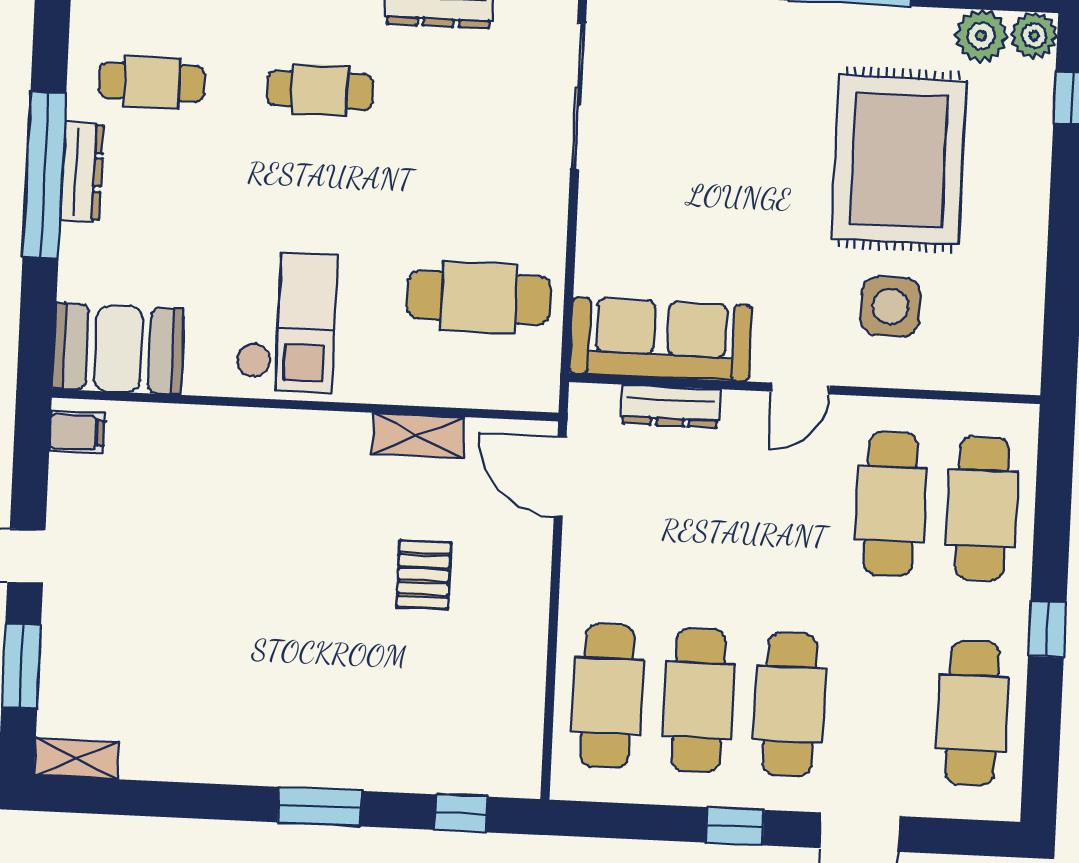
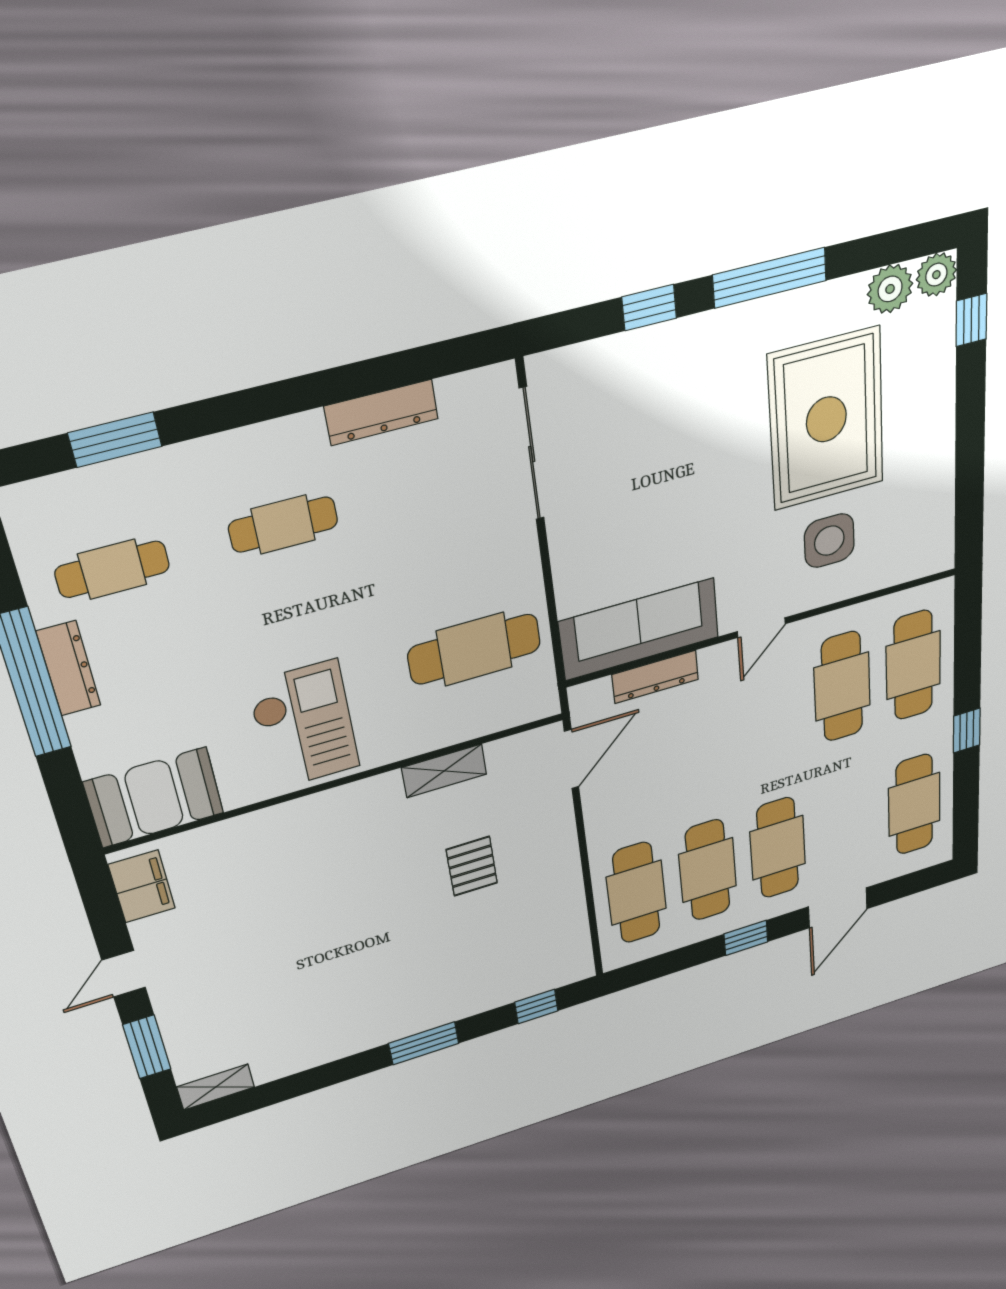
filing cabinet: (77, 432) -> (142, 886), width x2.00
door: (560, 477) -> (572, 759), swing flipped

